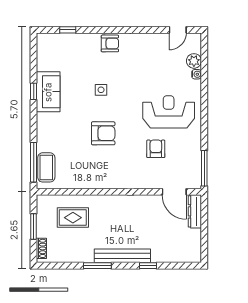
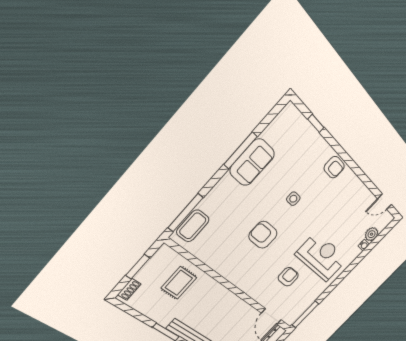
window: (34, 91) -> (240, 151), width x2.17
armchair: (103, 133) -> (263, 235), turned 180
rug: (73, 218) -> (179, 283), turned 90

